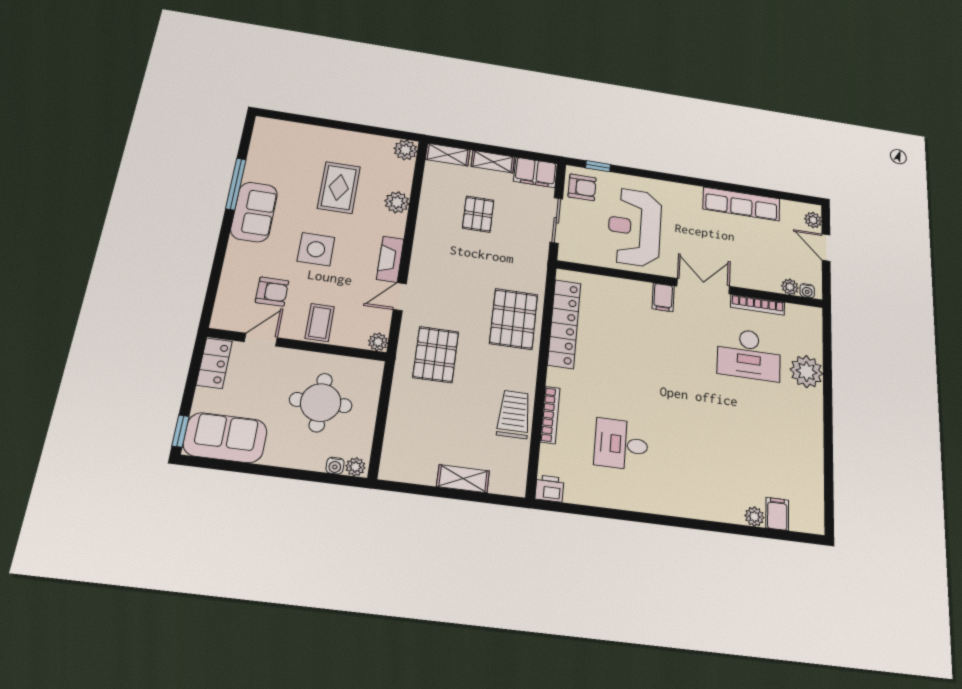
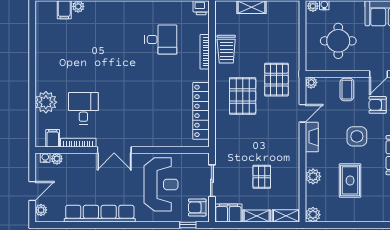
row of seats: (741, 204) -> (100, 214), width x1.36
door: (826, 248) -> (32, 191), hinge flipped
filing cabinet: (663, 297) -> (53, 138), moved
pallet: (514, 319) -> (243, 96), moved
desk: (749, 354) -> (83, 108), width x0.73

